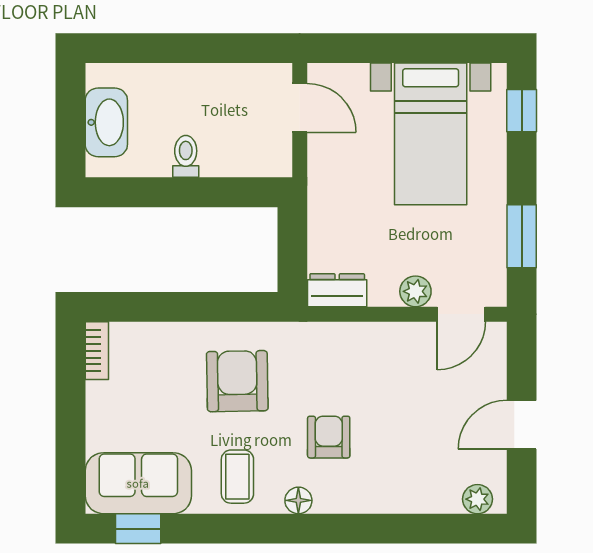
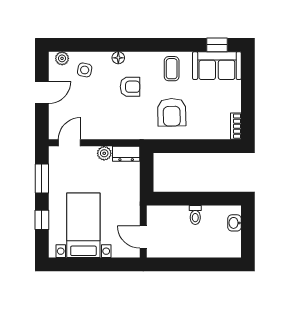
window: (522, 111) -> (42, 220), moved
washbasin: (106, 122) -> (234, 223), width x0.52, depth x0.69
plant: (415, 291) -> (104, 153), moved
armchair: (329, 437) -> (130, 87), turned -90
side table: (428, 474) -> (85, 70), added
floor lamp: (298, 500) -> (118, 58), moved

